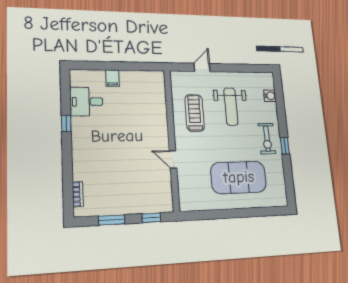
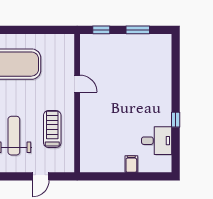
treadmill: (195, 113) -> (52, 129), turned 180
bookcase: (78, 194) -> (167, 54), removed

